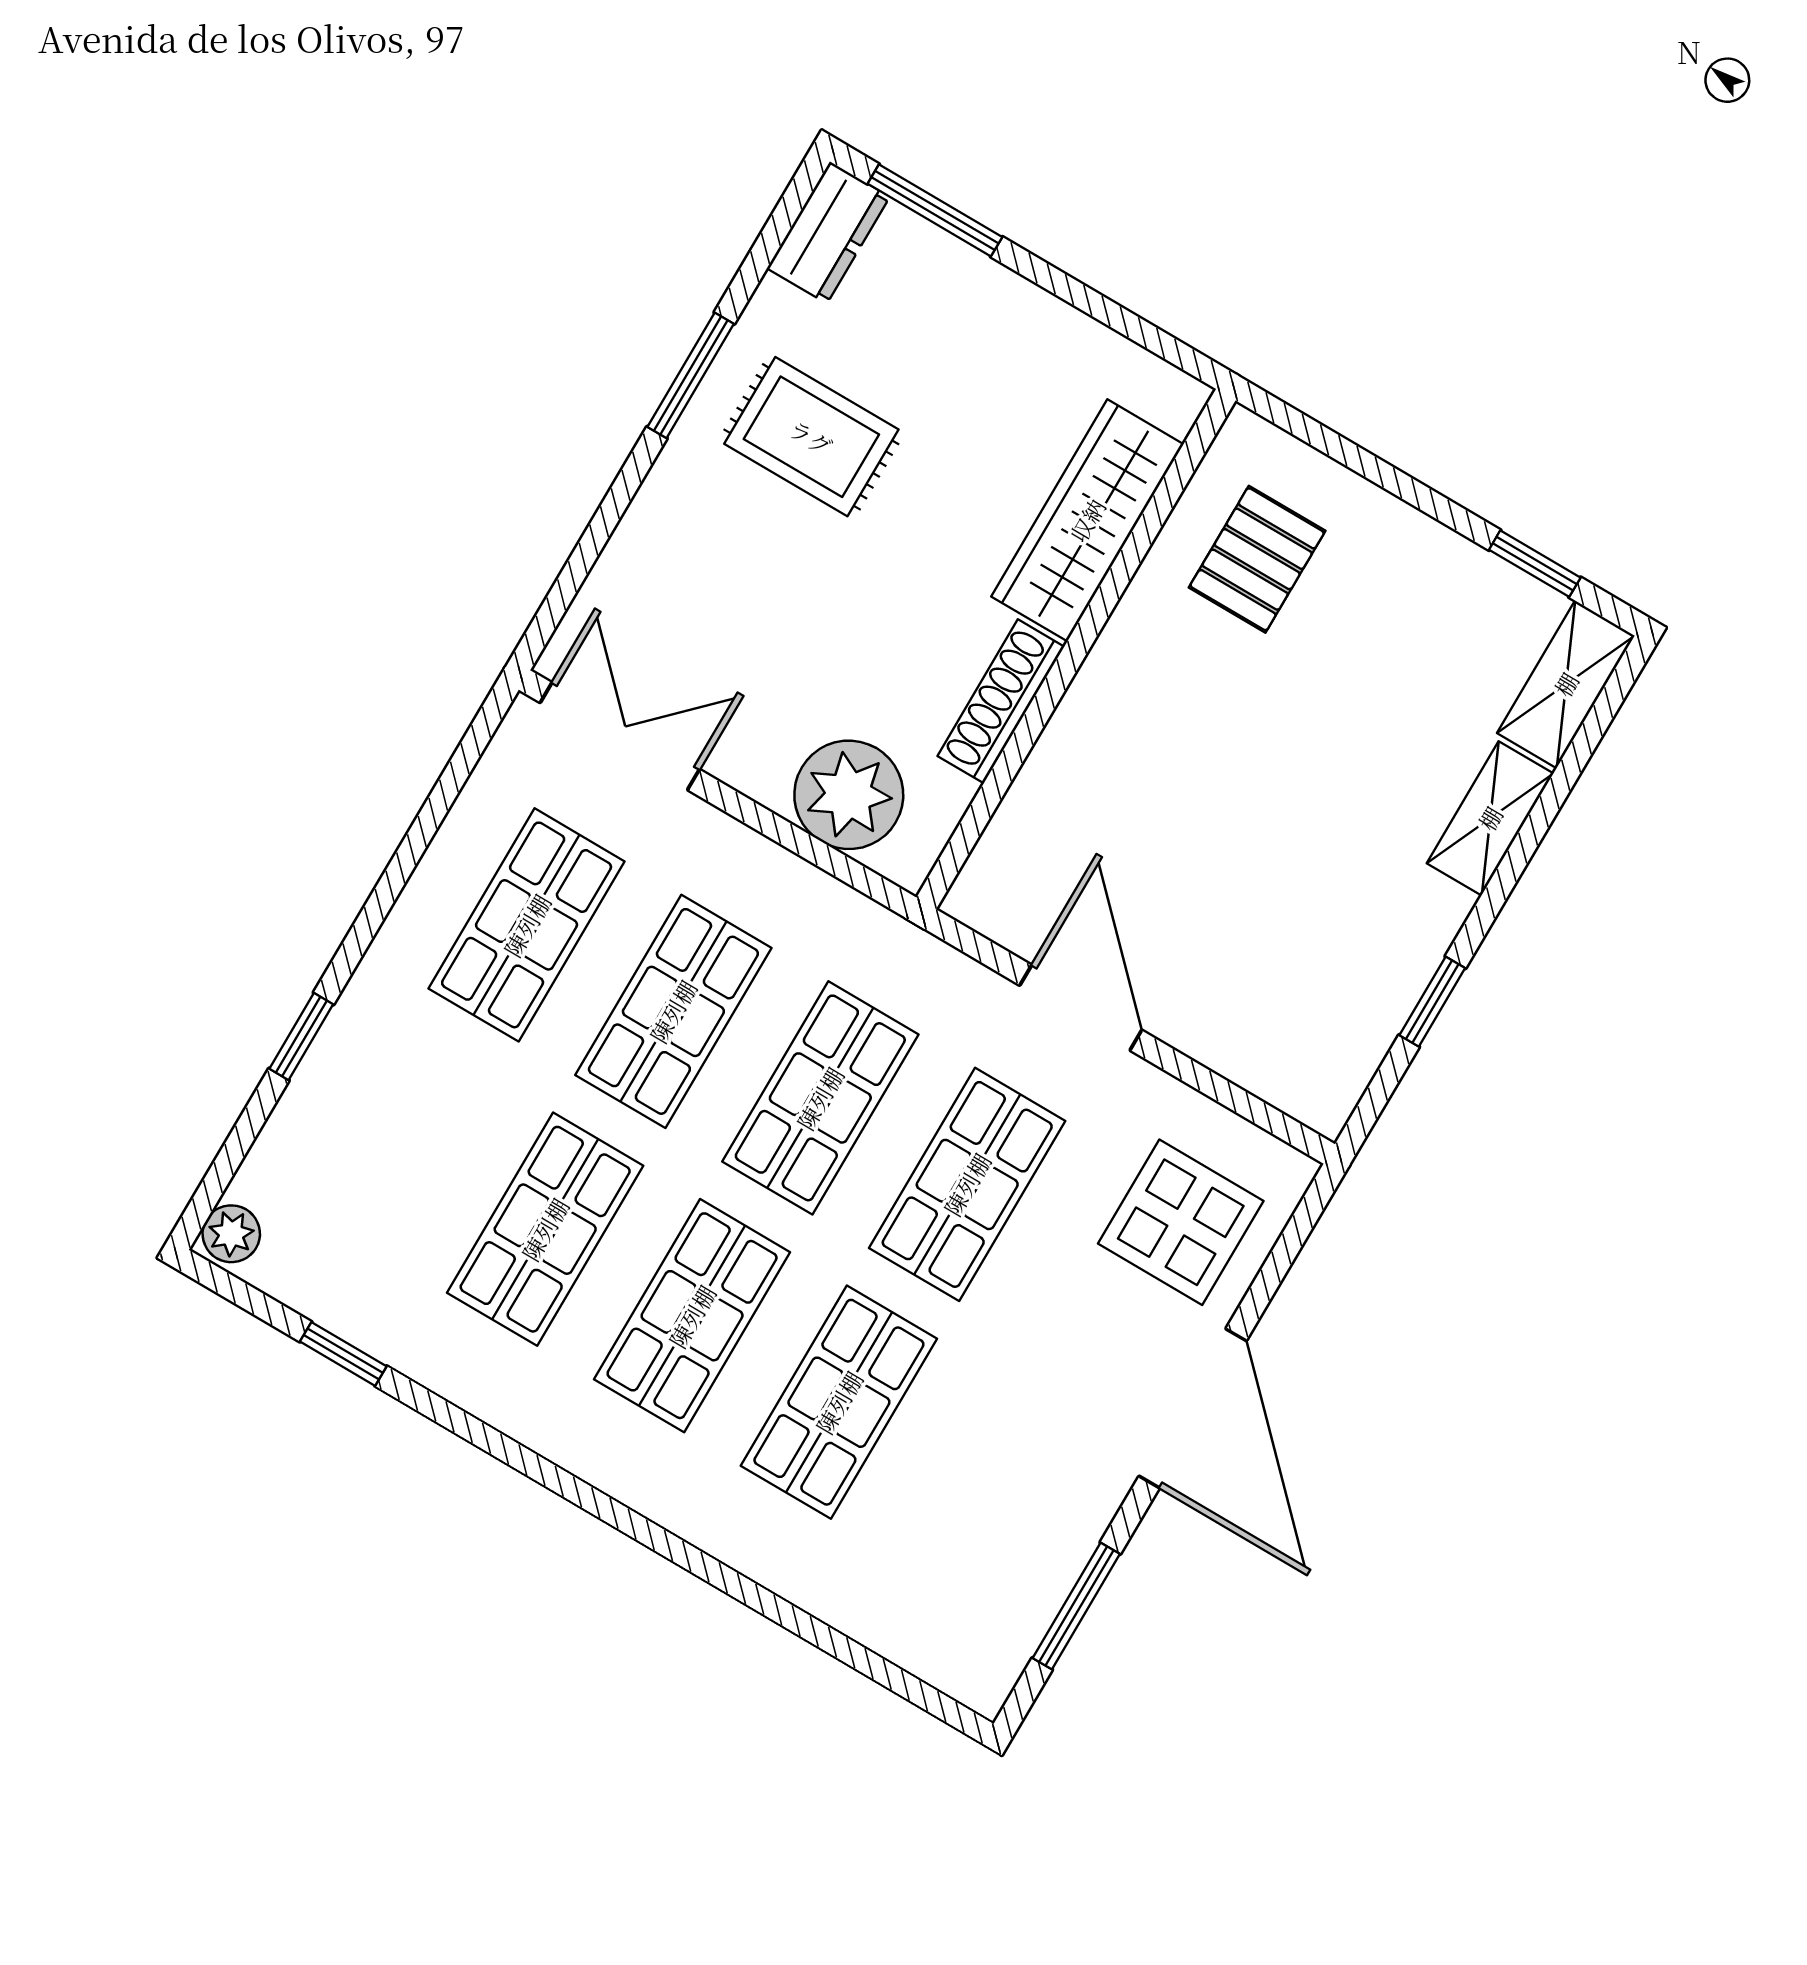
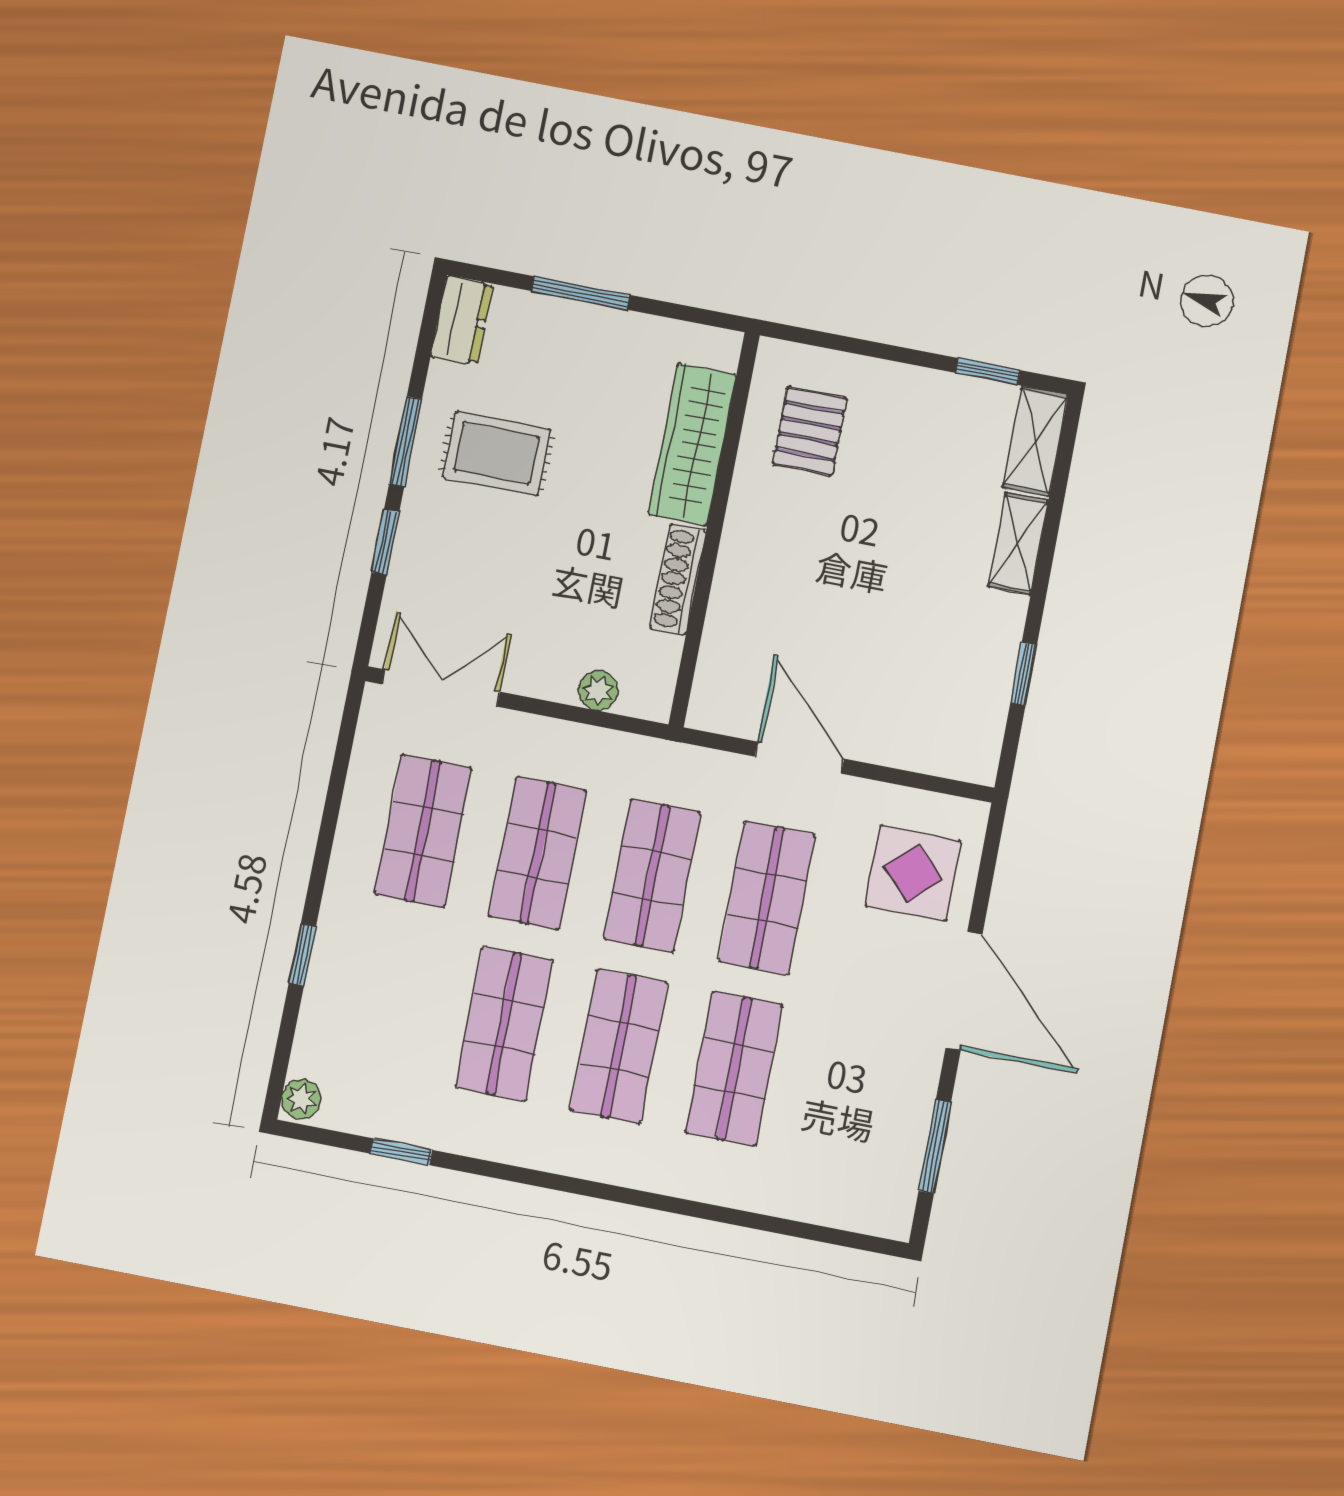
window: (935, 210) -> (581, 293), moved
window: (614, 506) -> (385, 542), added
plant: (849, 795) -> (598, 691), width x0.53, depth x0.53

